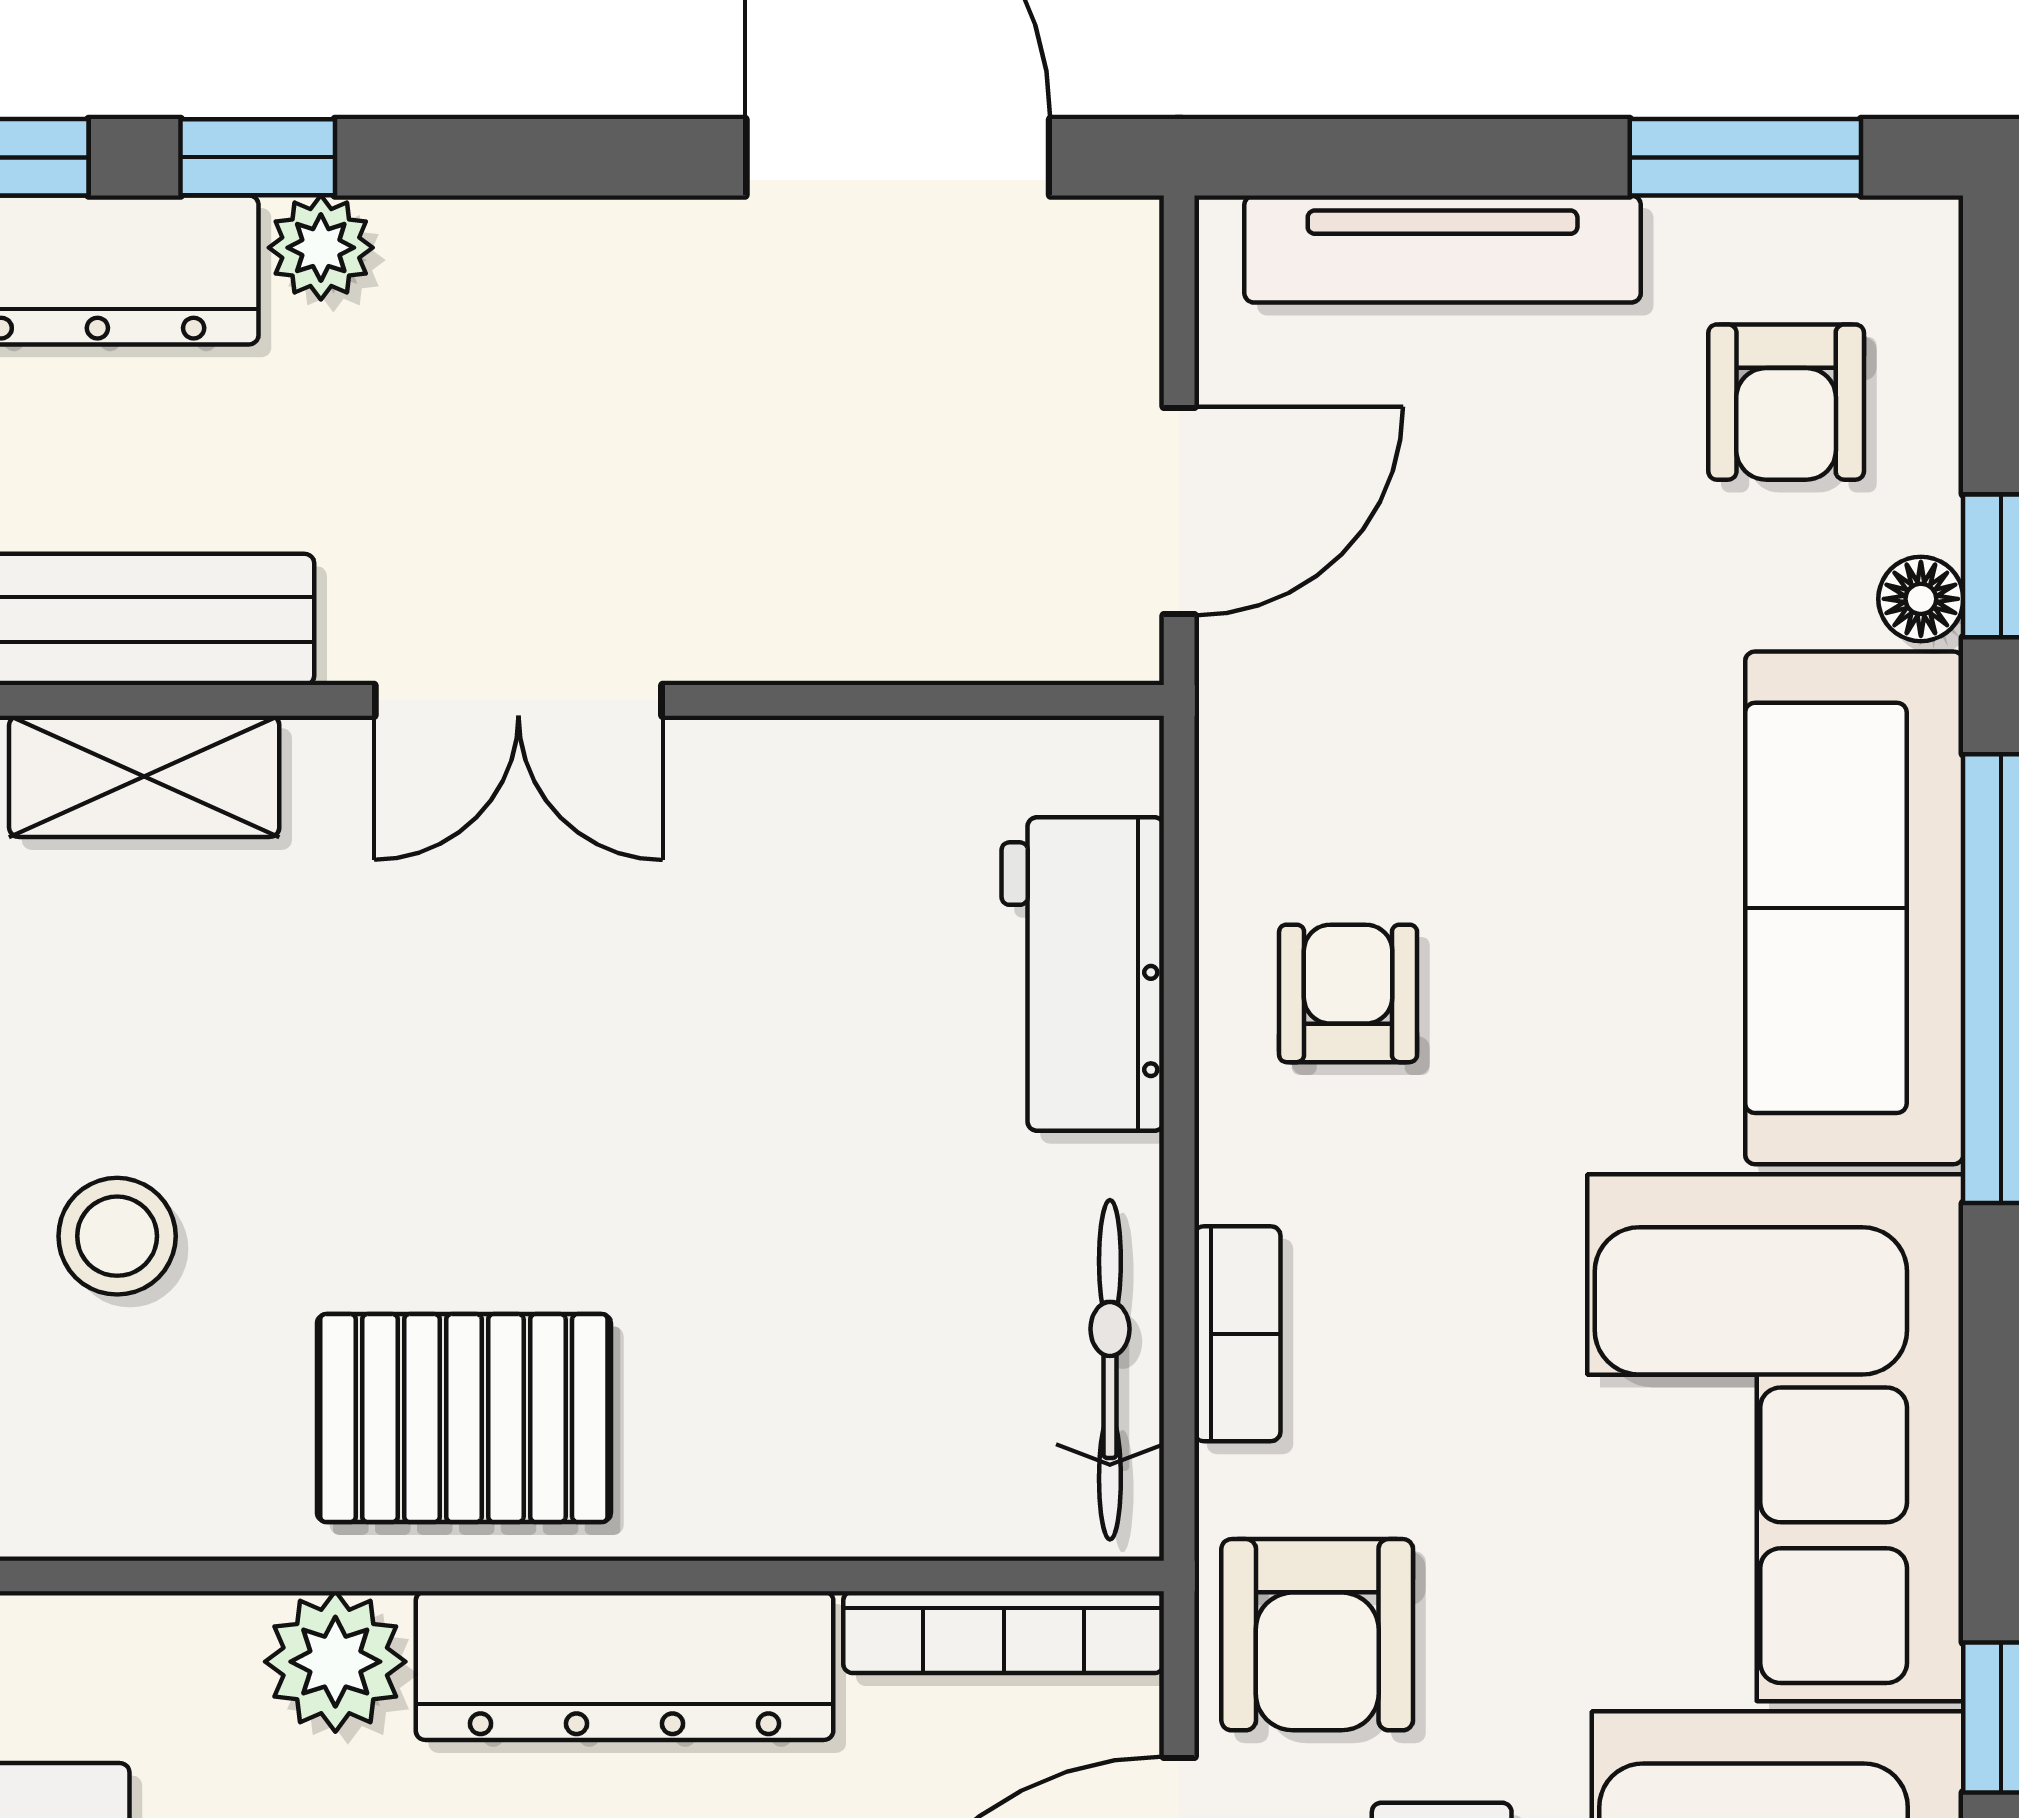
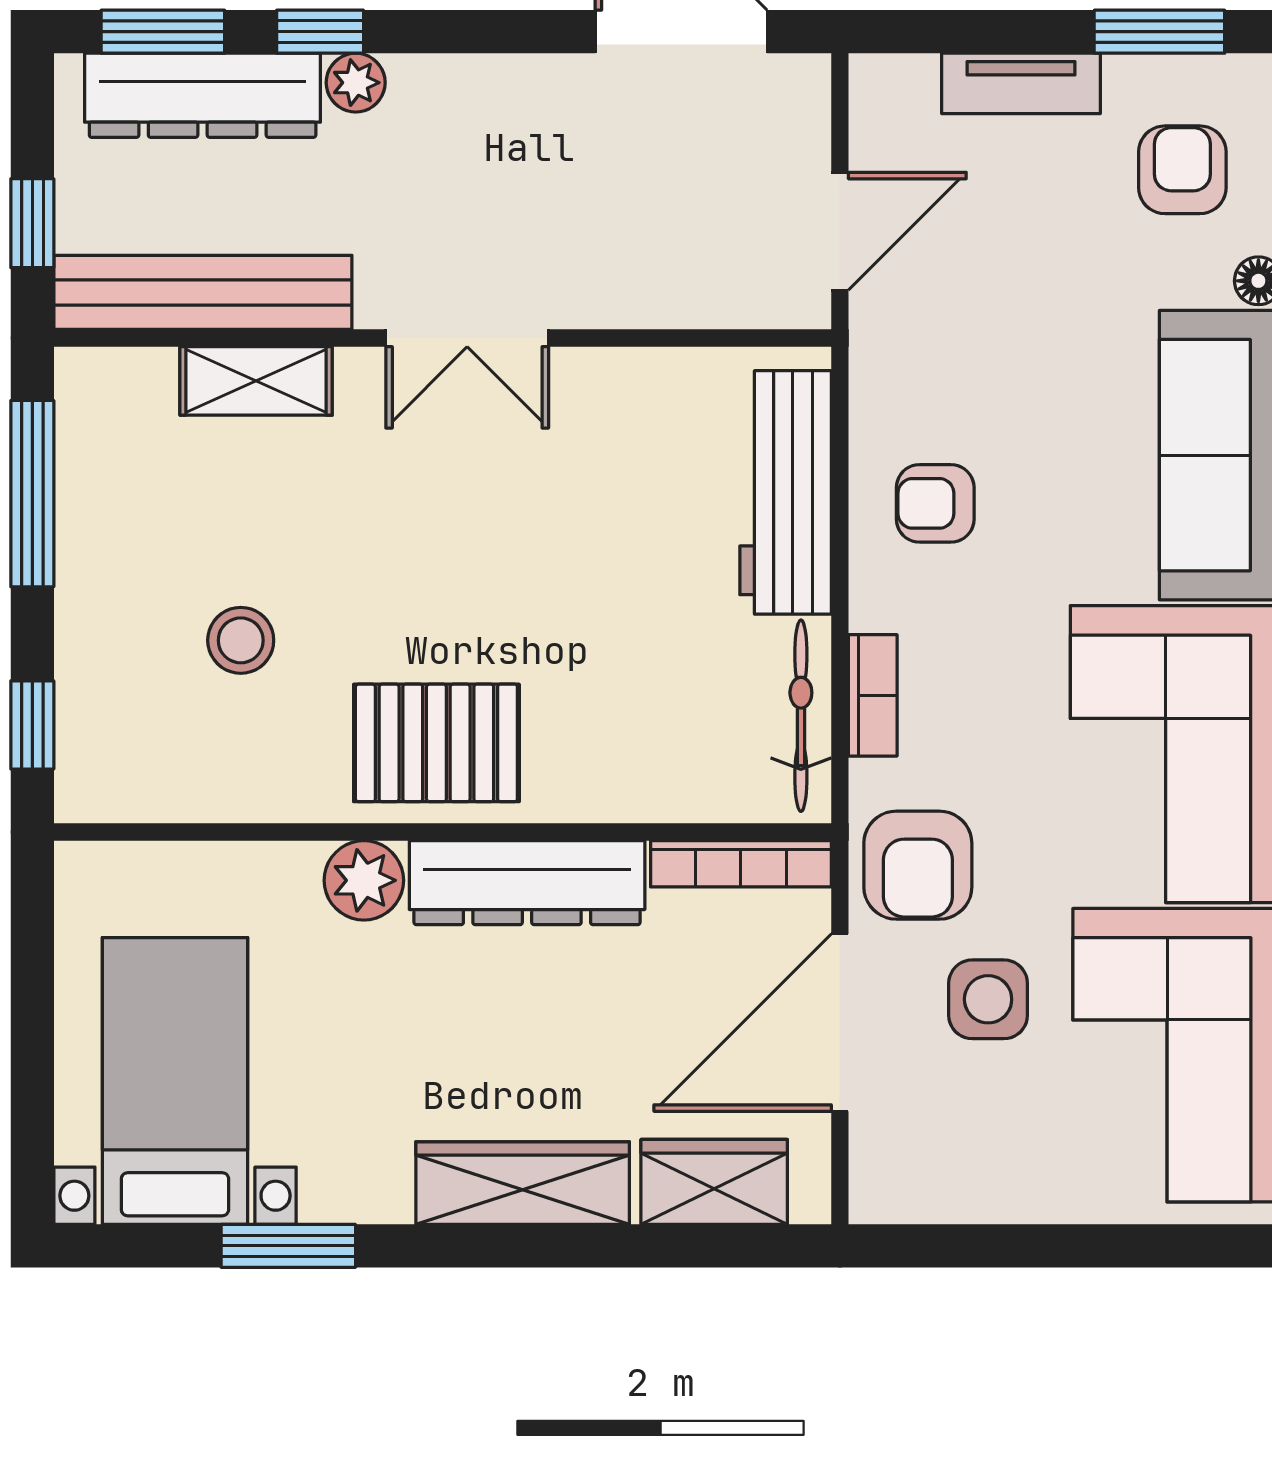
tv unit: (1443, 249) -> (1021, 83), width x0.71
armchair: (1786, 402) -> (1182, 170), turned 180
workbench: (1083, 974) -> (786, 492), width x1.38
armchair: (1348, 993) -> (935, 503), turned -90

